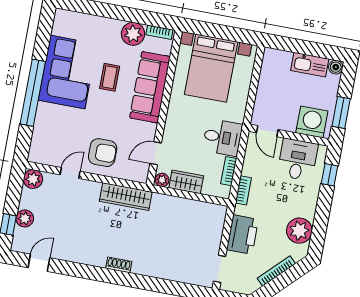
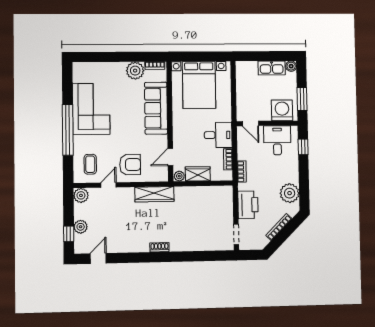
coffee table: (110, 77) -> (90, 164), moved

